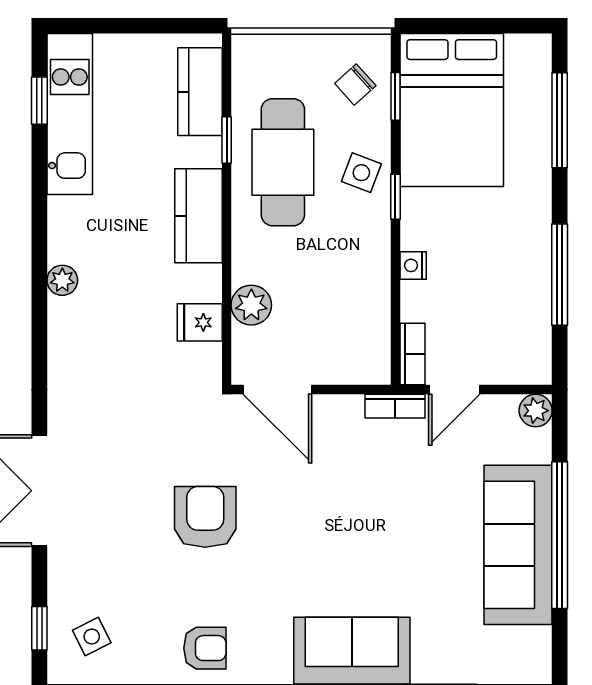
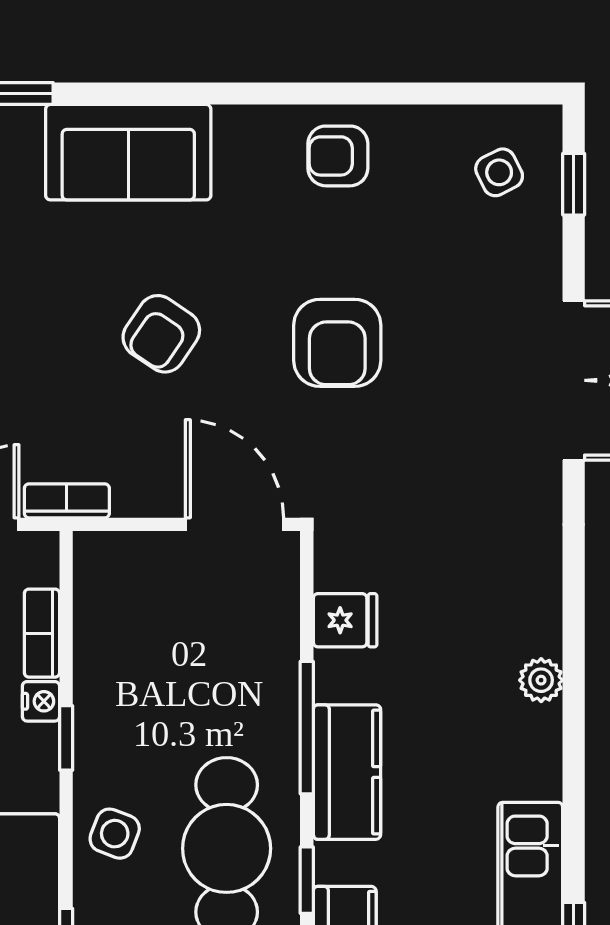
window: (395, 197) -> (66, 738), moved
window: (227, 247) -> (307, 728), added
plant: (251, 305) -> (272, 645), removed
bookcase: (412, 354) -> (42, 633), moved
armchair: (329, 523) -> (161, 334), added

